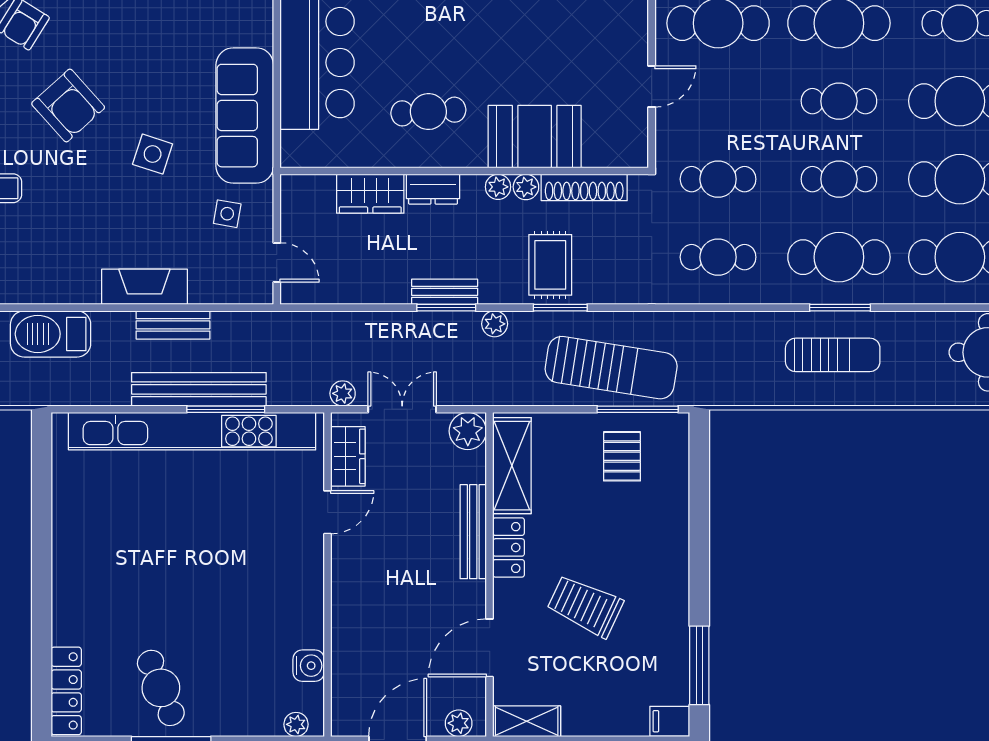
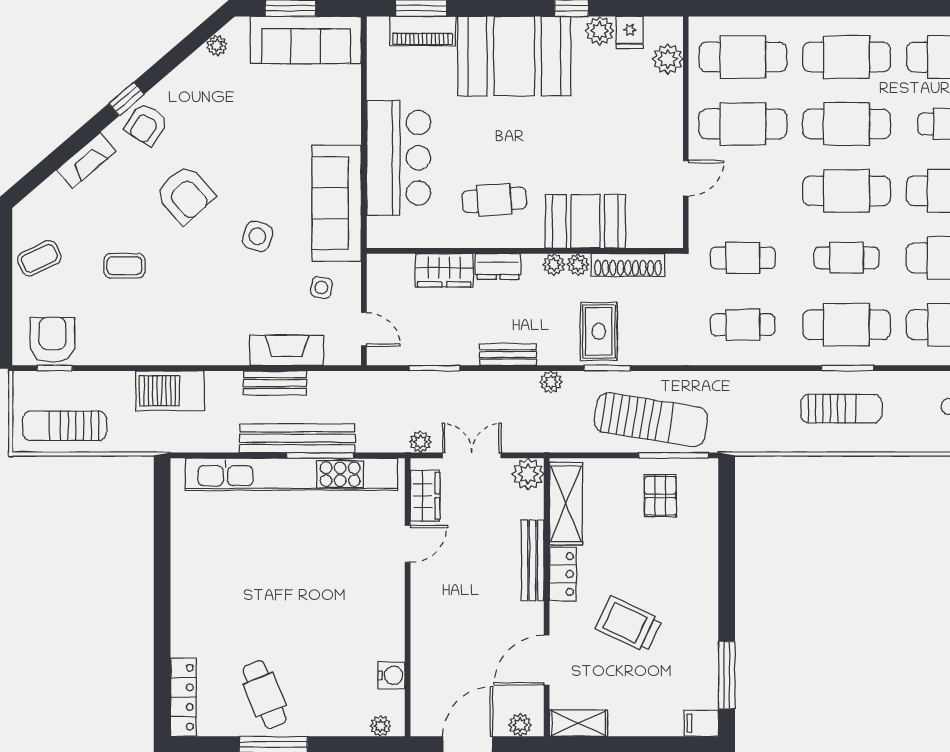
cafe table: (839, 101) -> (847, 191), width x1.37, depth x1.35
fireplace: (144, 287) -> (287, 350), moved
window: (446, 308) -> (434, 368), moved

